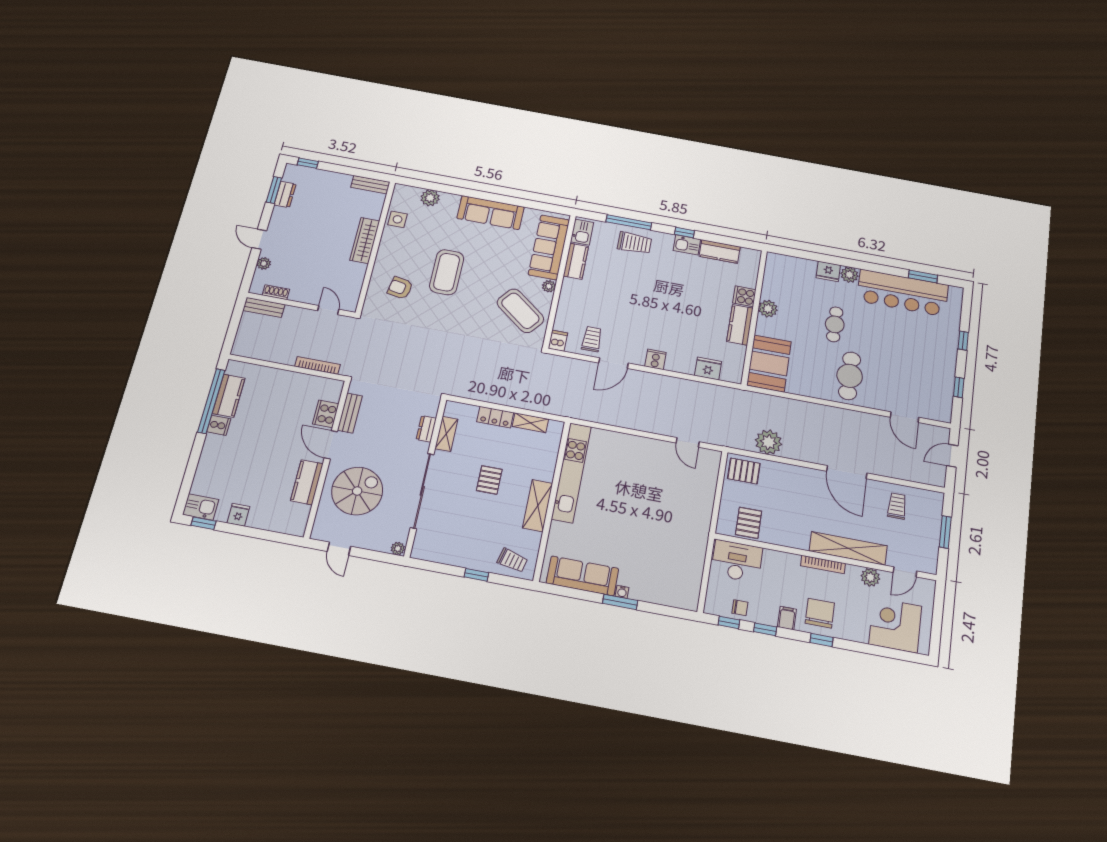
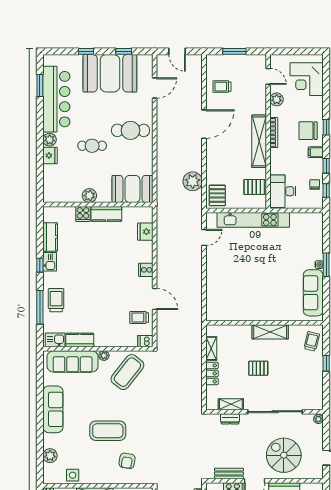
booth: (931, 365) -> (110, 73), added
kitchen unit: (571, 472) -> (253, 220), moved, turned 180
shelving: (848, 548) -> (259, 141), moved

